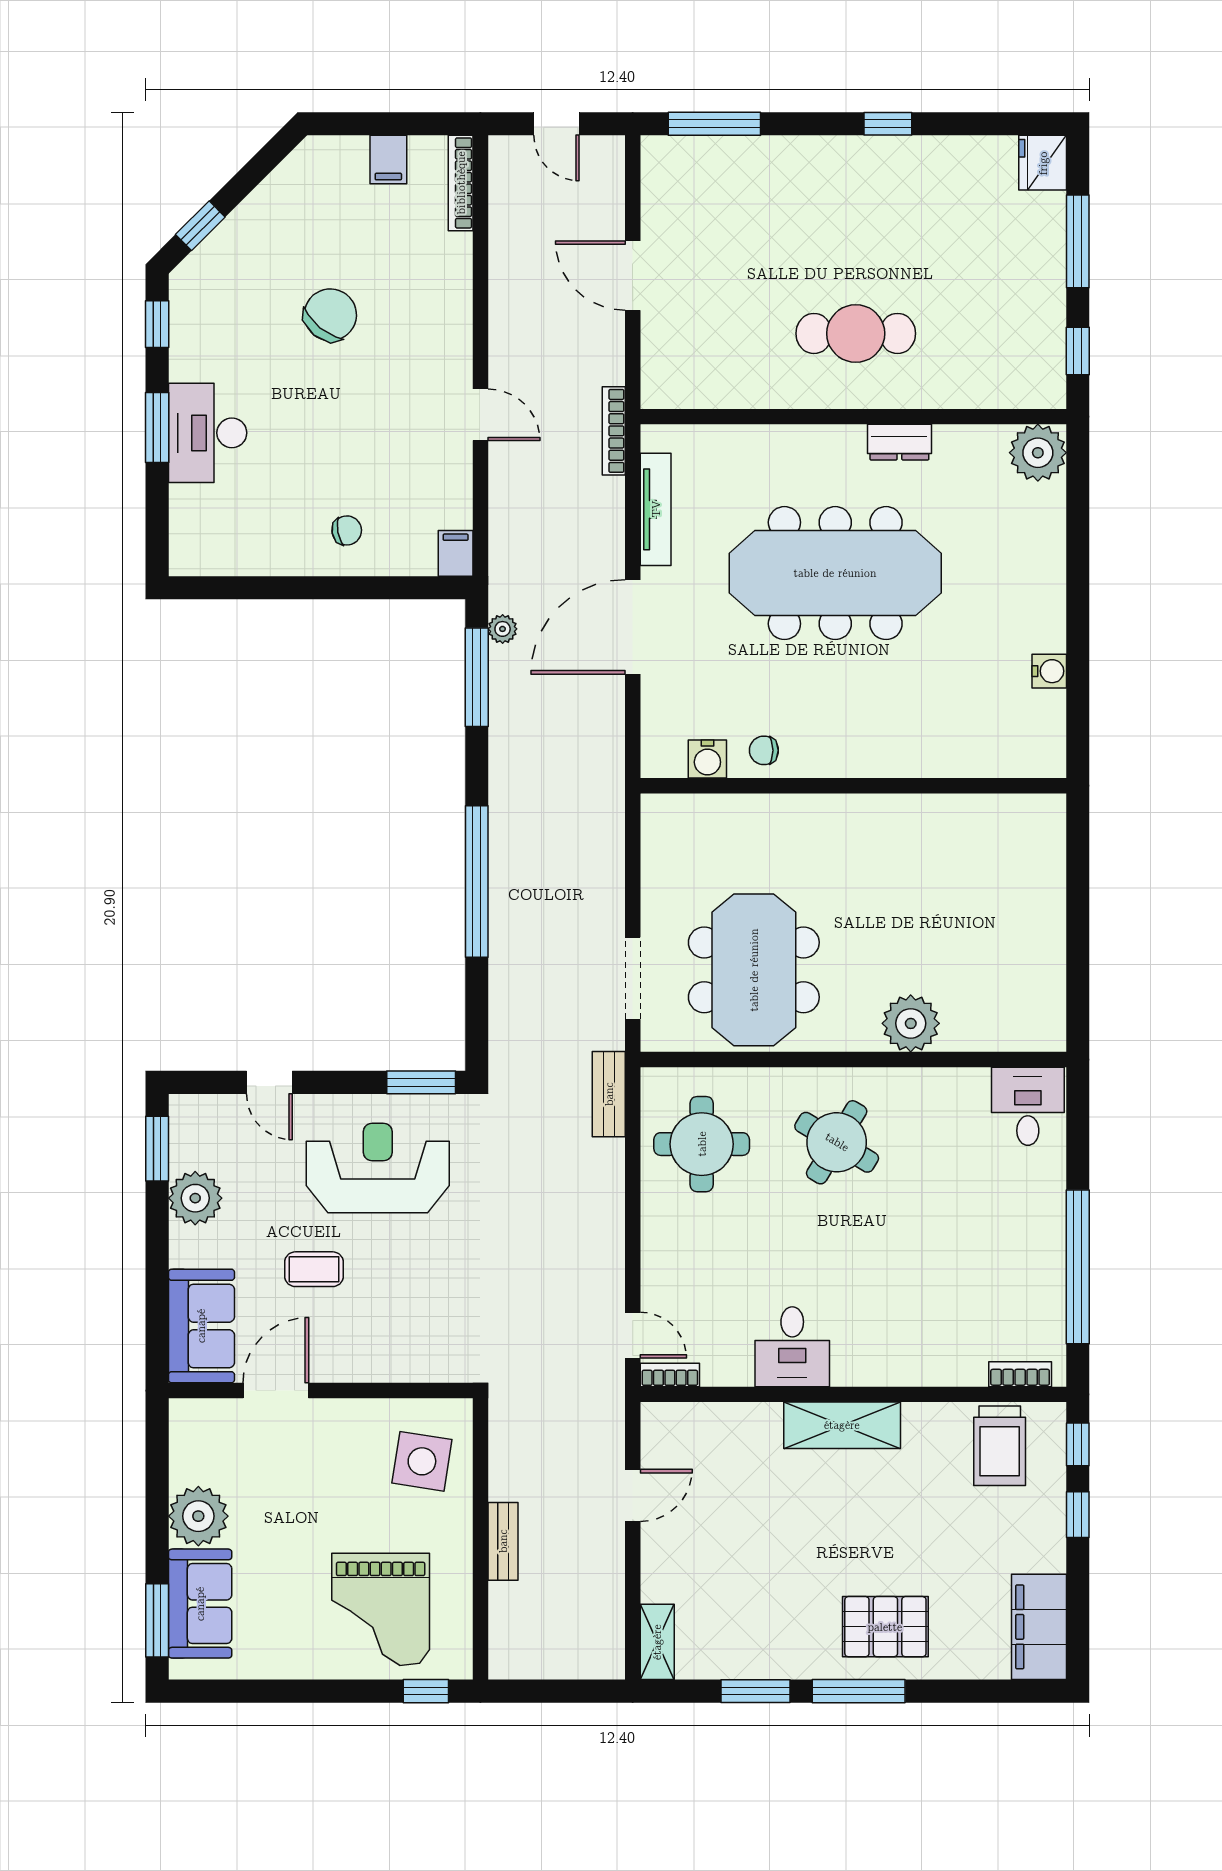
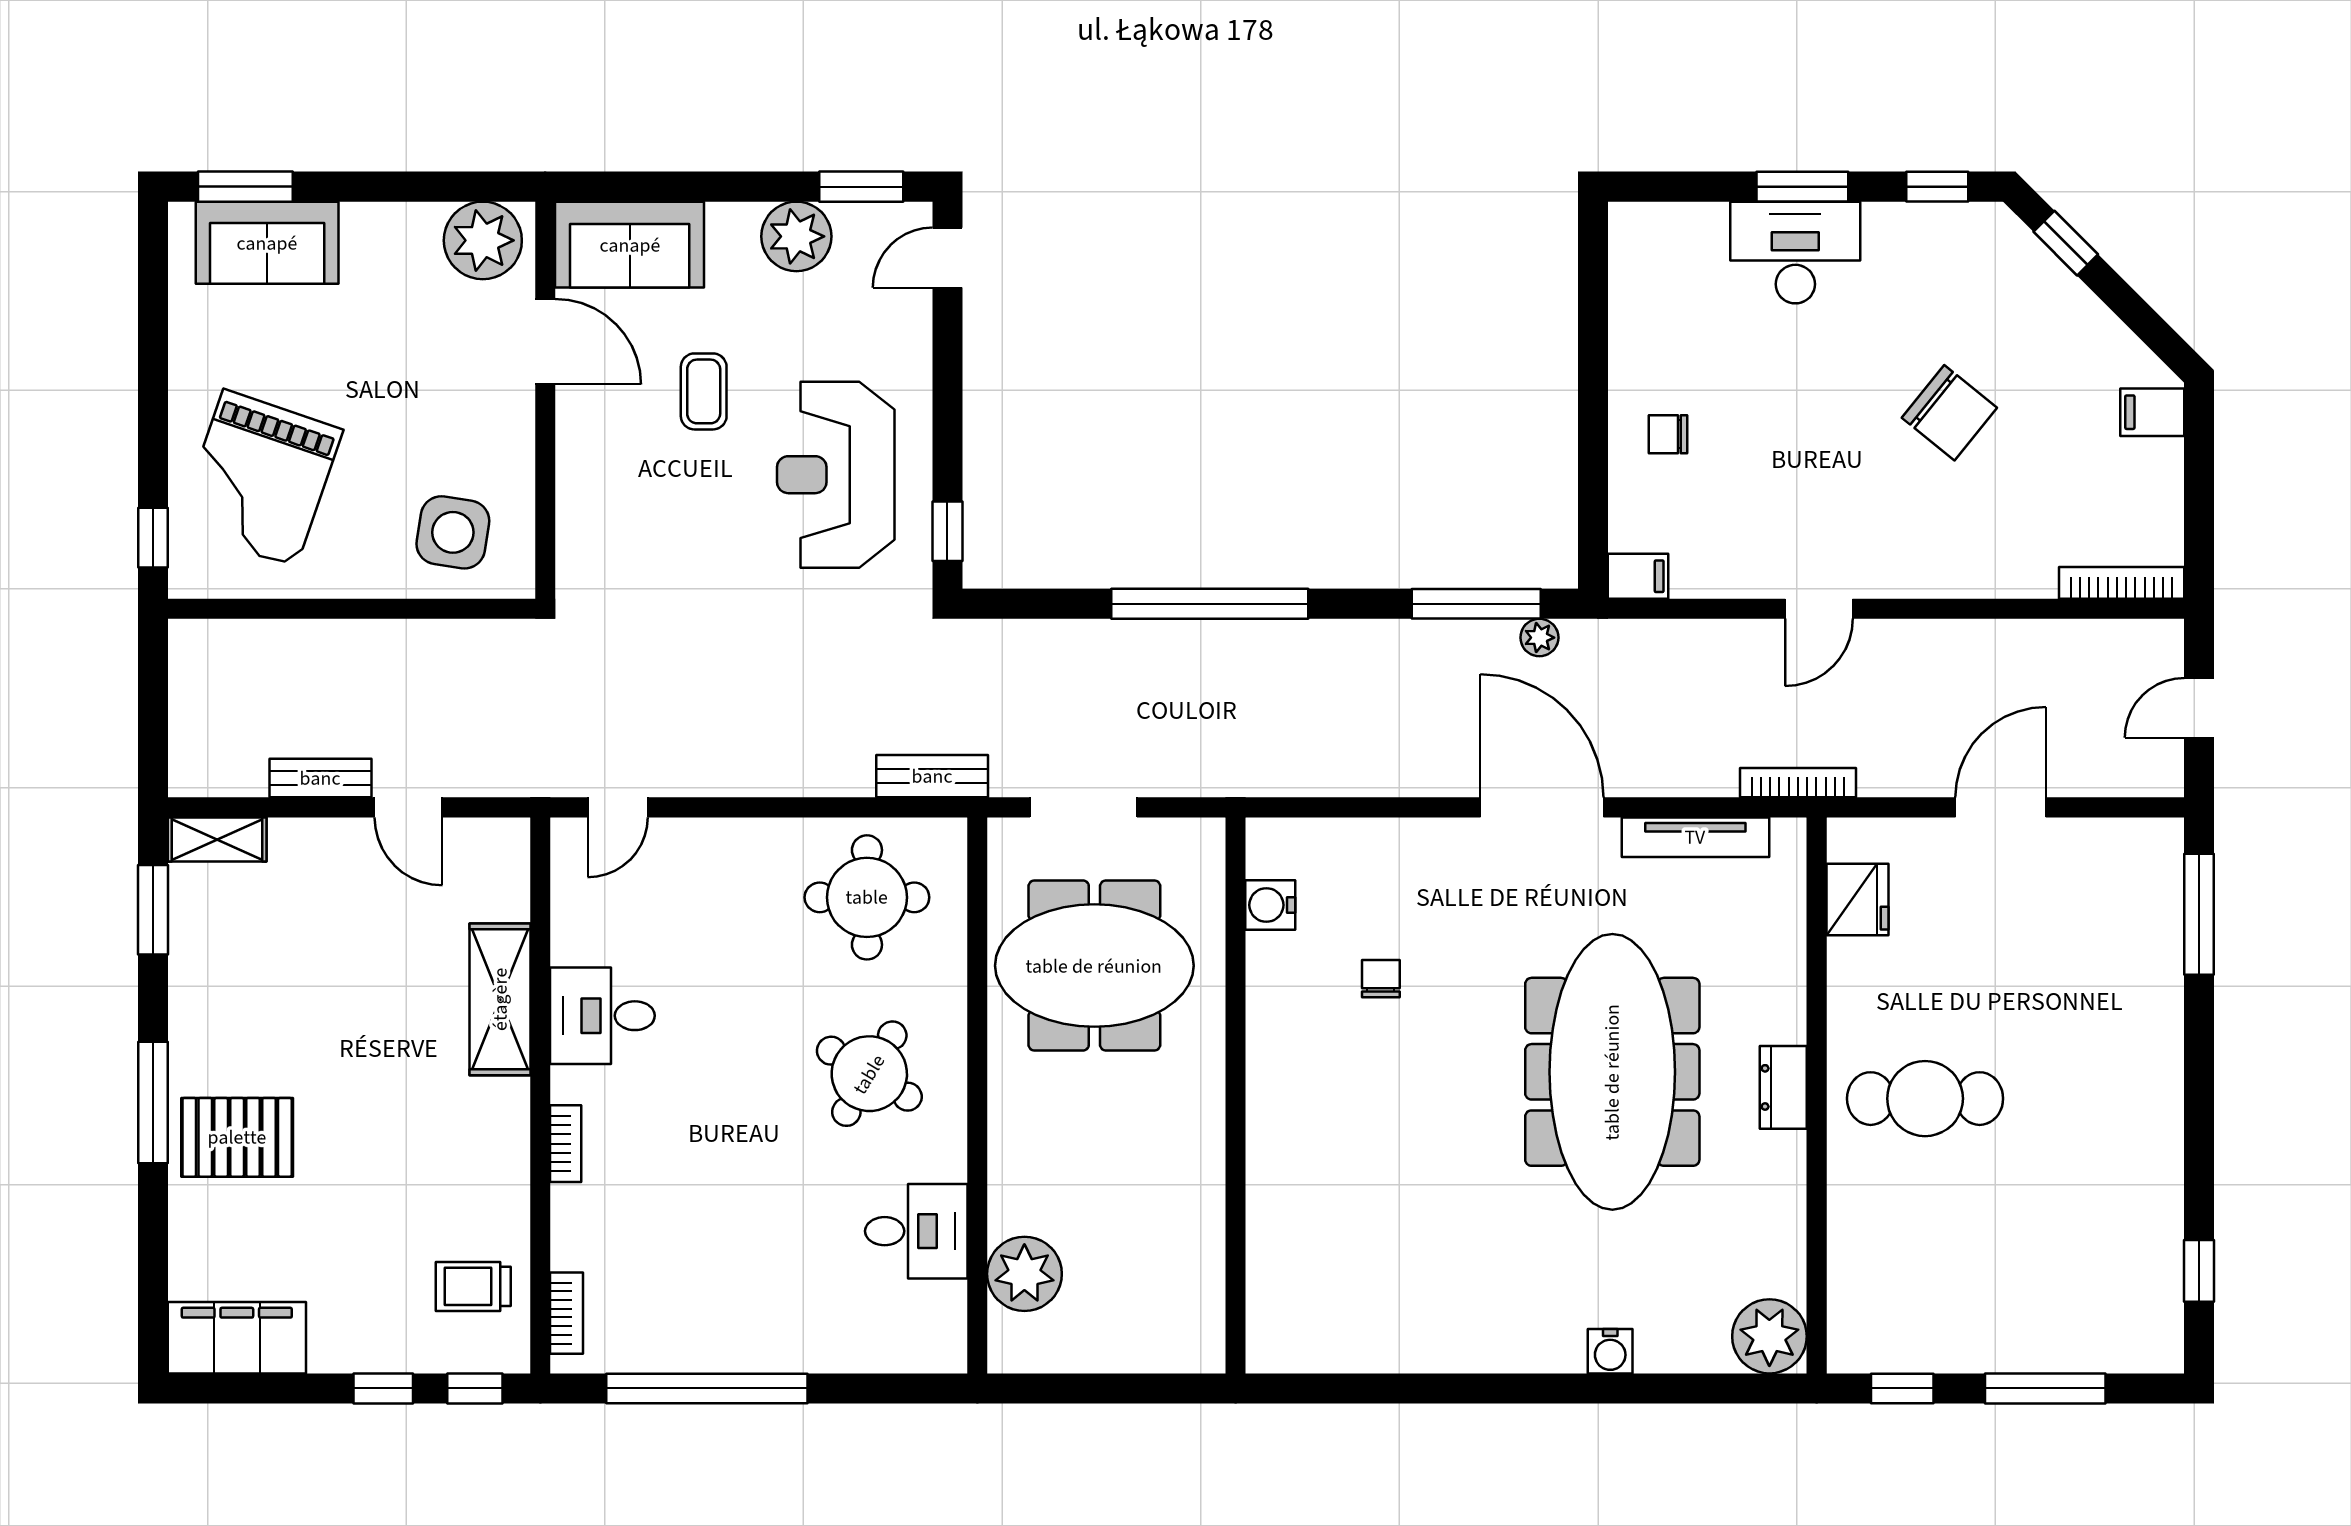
window: (888, 124) -> (2199, 1271), moved
filing cabinet: (388, 159) -> (2152, 412), moved
fridge: (1043, 163) -> (1857, 900), moved, turned 90
cafe table: (856, 333) -> (1925, 1099), turned 90
dresser: (899, 442) -> (1783, 1087), moved
chair: (347, 530) -> (1668, 434), turned 100
water cooler: (1049, 671) -> (1610, 1351), moved
water cooler: (707, 759) -> (1270, 905), moved
wall: (853, 786) -> (1236, 1095), moved
plant: (911, 1023) -> (1024, 1274), moved
door: (269, 1082) -> (947, 258), moved
window: (421, 1082) -> (947, 531), width x0.67
desk: (1028, 1106) -> (916, 1231), moved
reception desk: (378, 1168) -> (836, 475), turned 180
bookcase: (670, 1375) -> (566, 1144), moved
shelving: (842, 1425) -> (500, 999), moved
trolley: (1000, 1446) -> (473, 1286), width x0.73, depth x0.72
plant: (198, 1516) -> (483, 240), moved
bench: (503, 1541) -> (320, 778), moved
grand piano: (381, 1609) -> (260, 478), turned -71
pallet: (885, 1627) -> (237, 1137), turned 90
window: (755, 1691) -> (153, 910), moved

